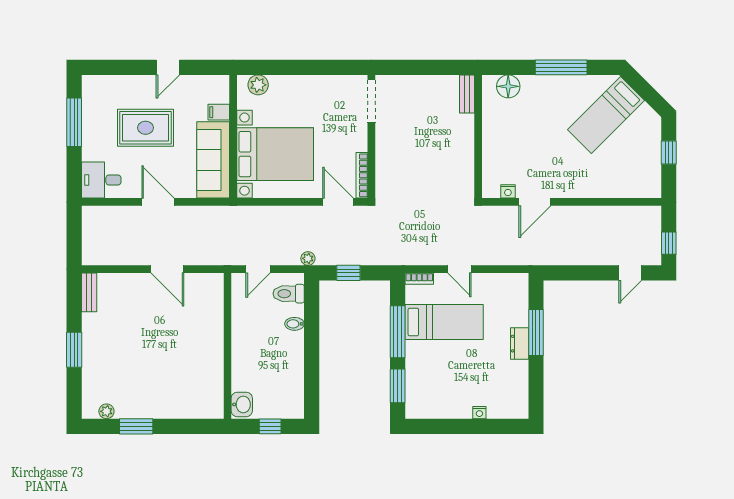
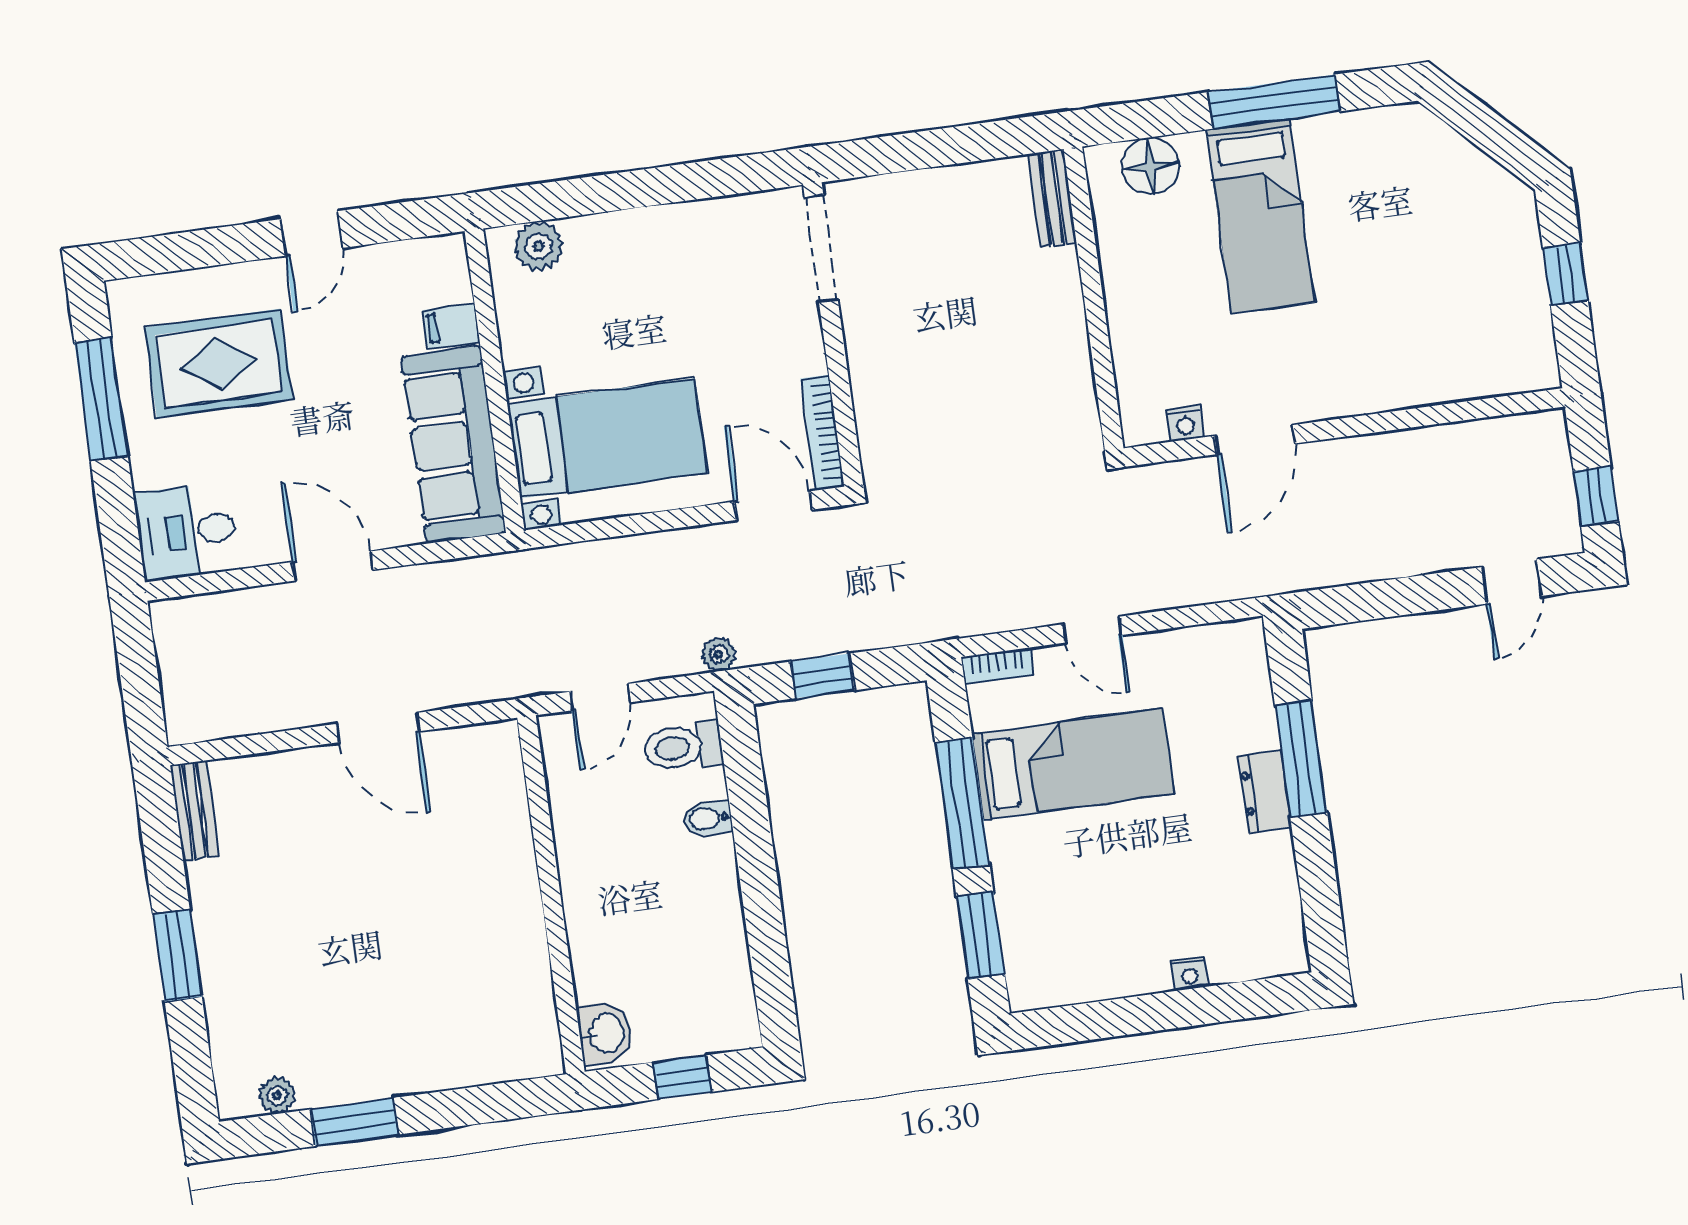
bed: (606, 115) -> (1260, 216), moved, turned -45
rug: (146, 128) -> (219, 363), moved
bed with nightstands: (275, 154) -> (607, 438), width x0.73

